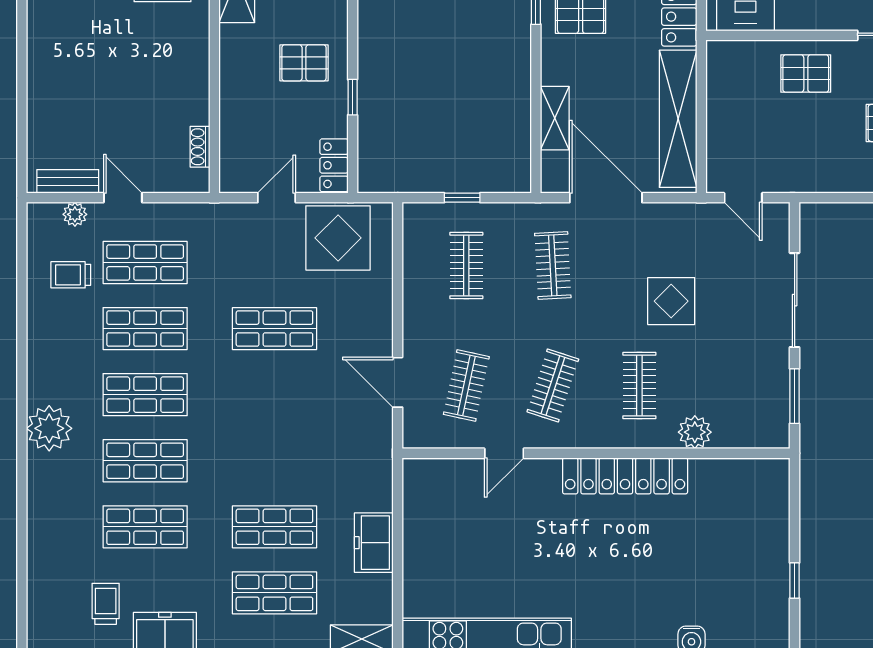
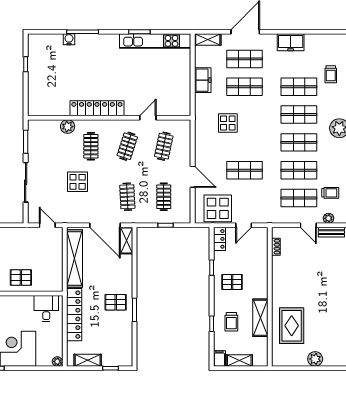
shelving: (555, 118) -> (127, 241), moved
door: (398, 382) -> (193, 177), moved
display table: (314, 441) -> (228, 123), added
trolley: (106, 604) -> (331, 74), moved

